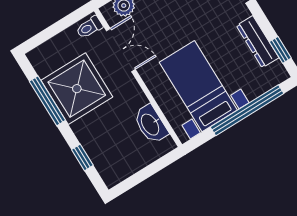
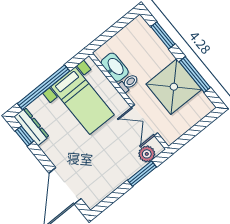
toilet: (89, 27) -> (129, 83), moved
dresser: (258, 42) -> (31, 127), moved
window: (82, 157) -> (163, 35), width x1.50

